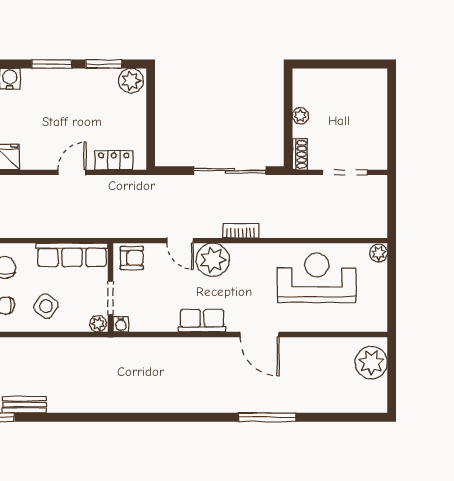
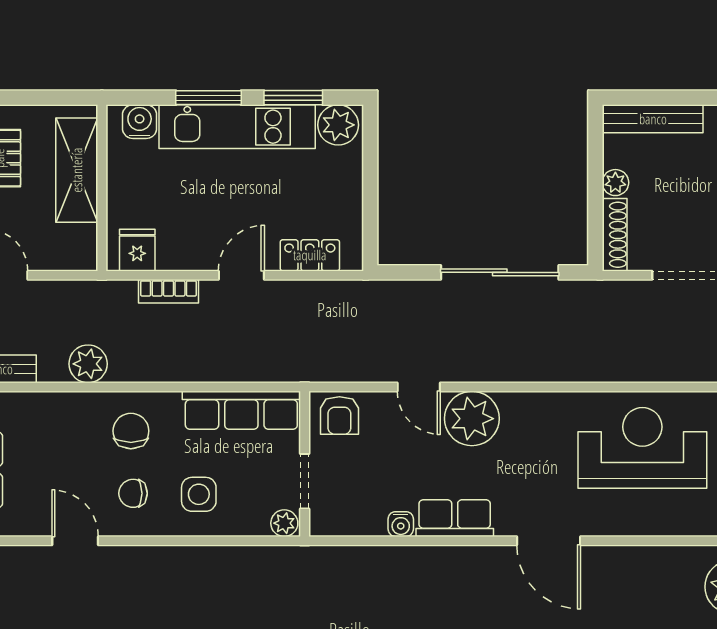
bench: (323, 77) -> (653, 119), added
kitchen unit: (69, 82) -> (237, 127), added
shoe rack: (300, 154) -> (615, 235), width x1.43
bookcase: (240, 231) -> (169, 291), moved, turned 180
armchair: (132, 258) -> (339, 415), turned 90
side table: (46, 306) -> (199, 494), turned -35
water cooler: (121, 324) -> (401, 524), moved

